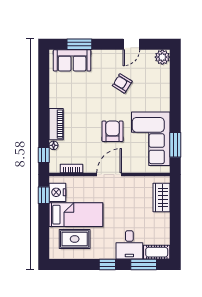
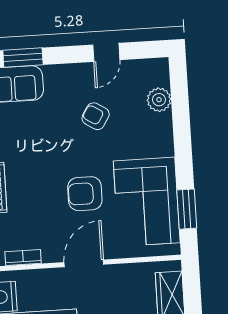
plant: (162, 57) -> (159, 100), moved
armchair: (113, 131) -> (85, 194), turned -90

